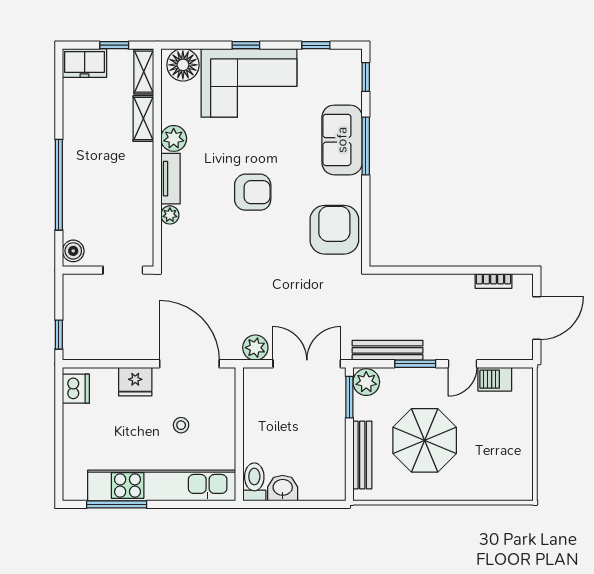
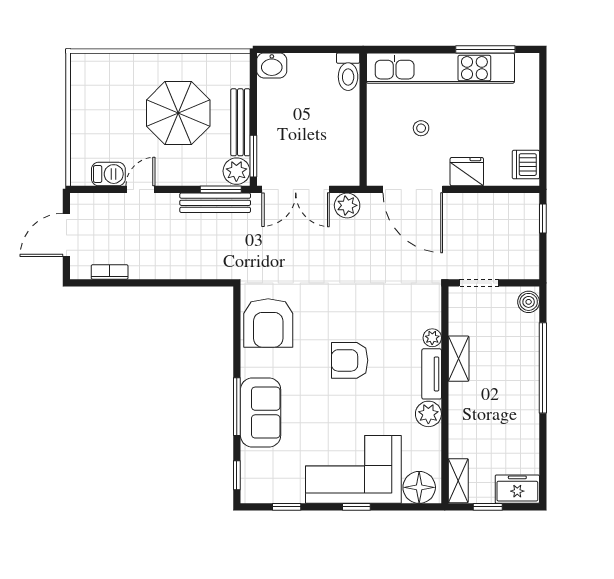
shelving: (143, 119) -> (459, 359), moved
window: (415, 364) -> (221, 189), moved
bench: (362, 455) -> (240, 122), moved
washbasin: (283, 488) -> (272, 65), moved

